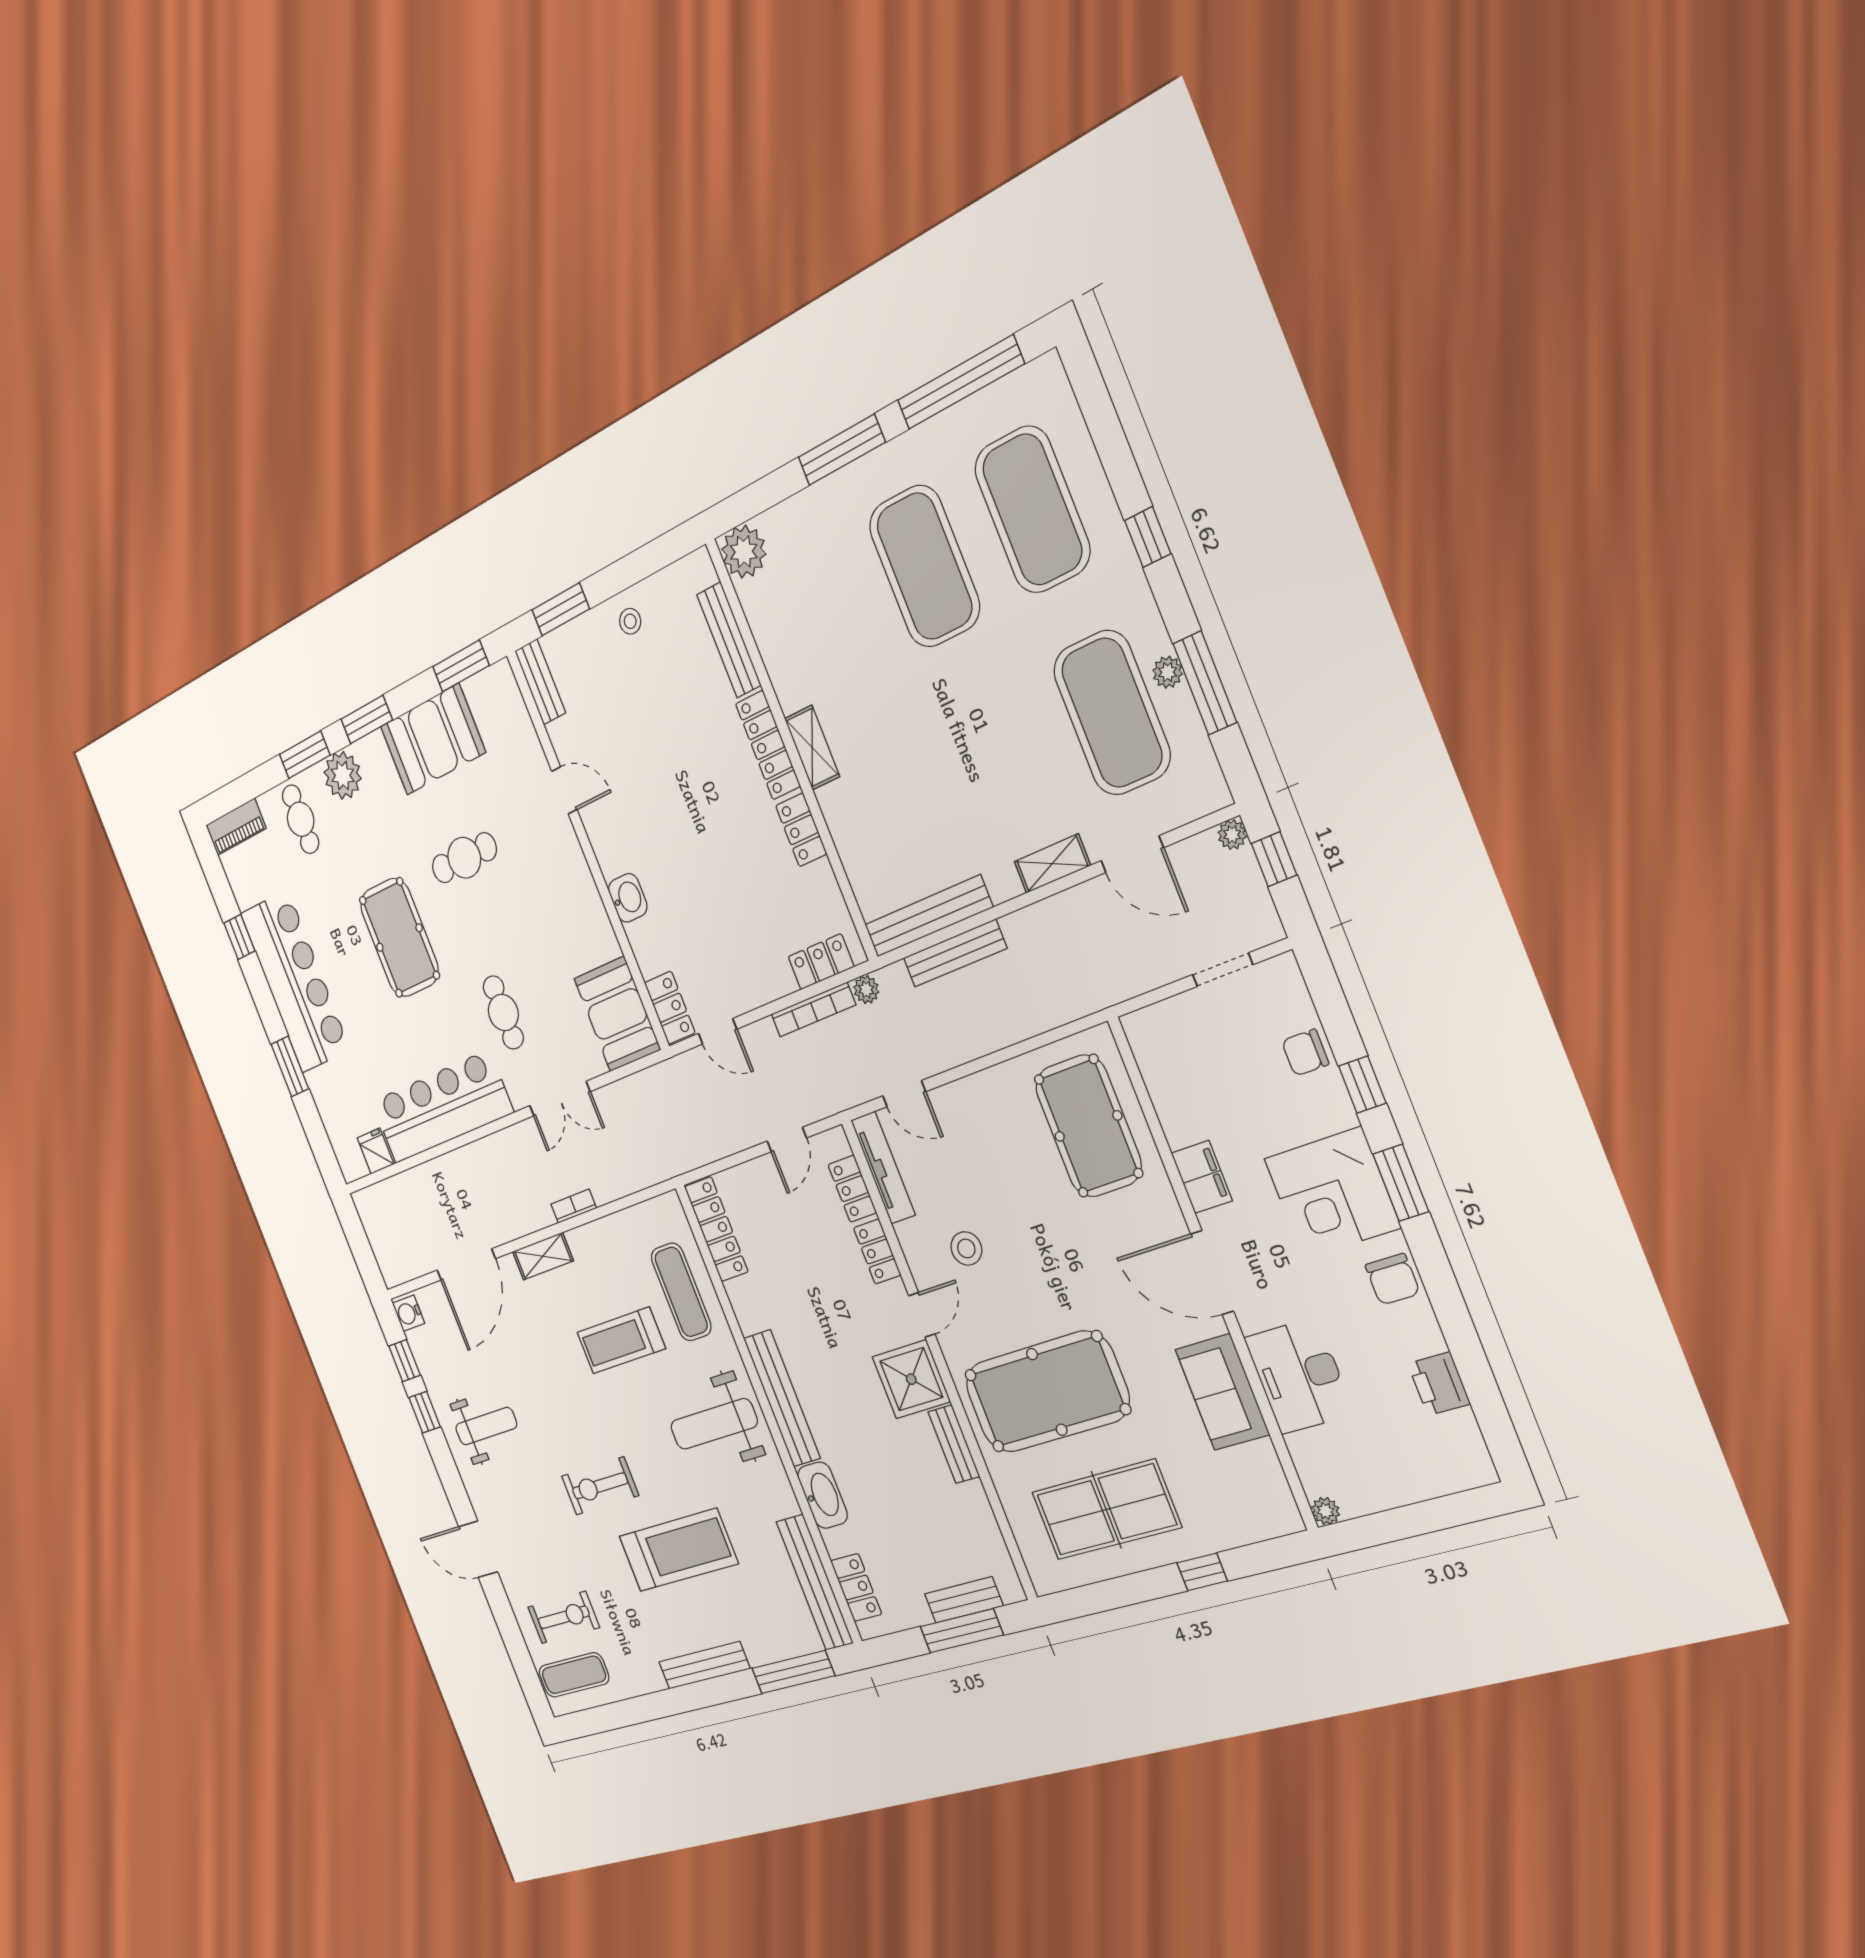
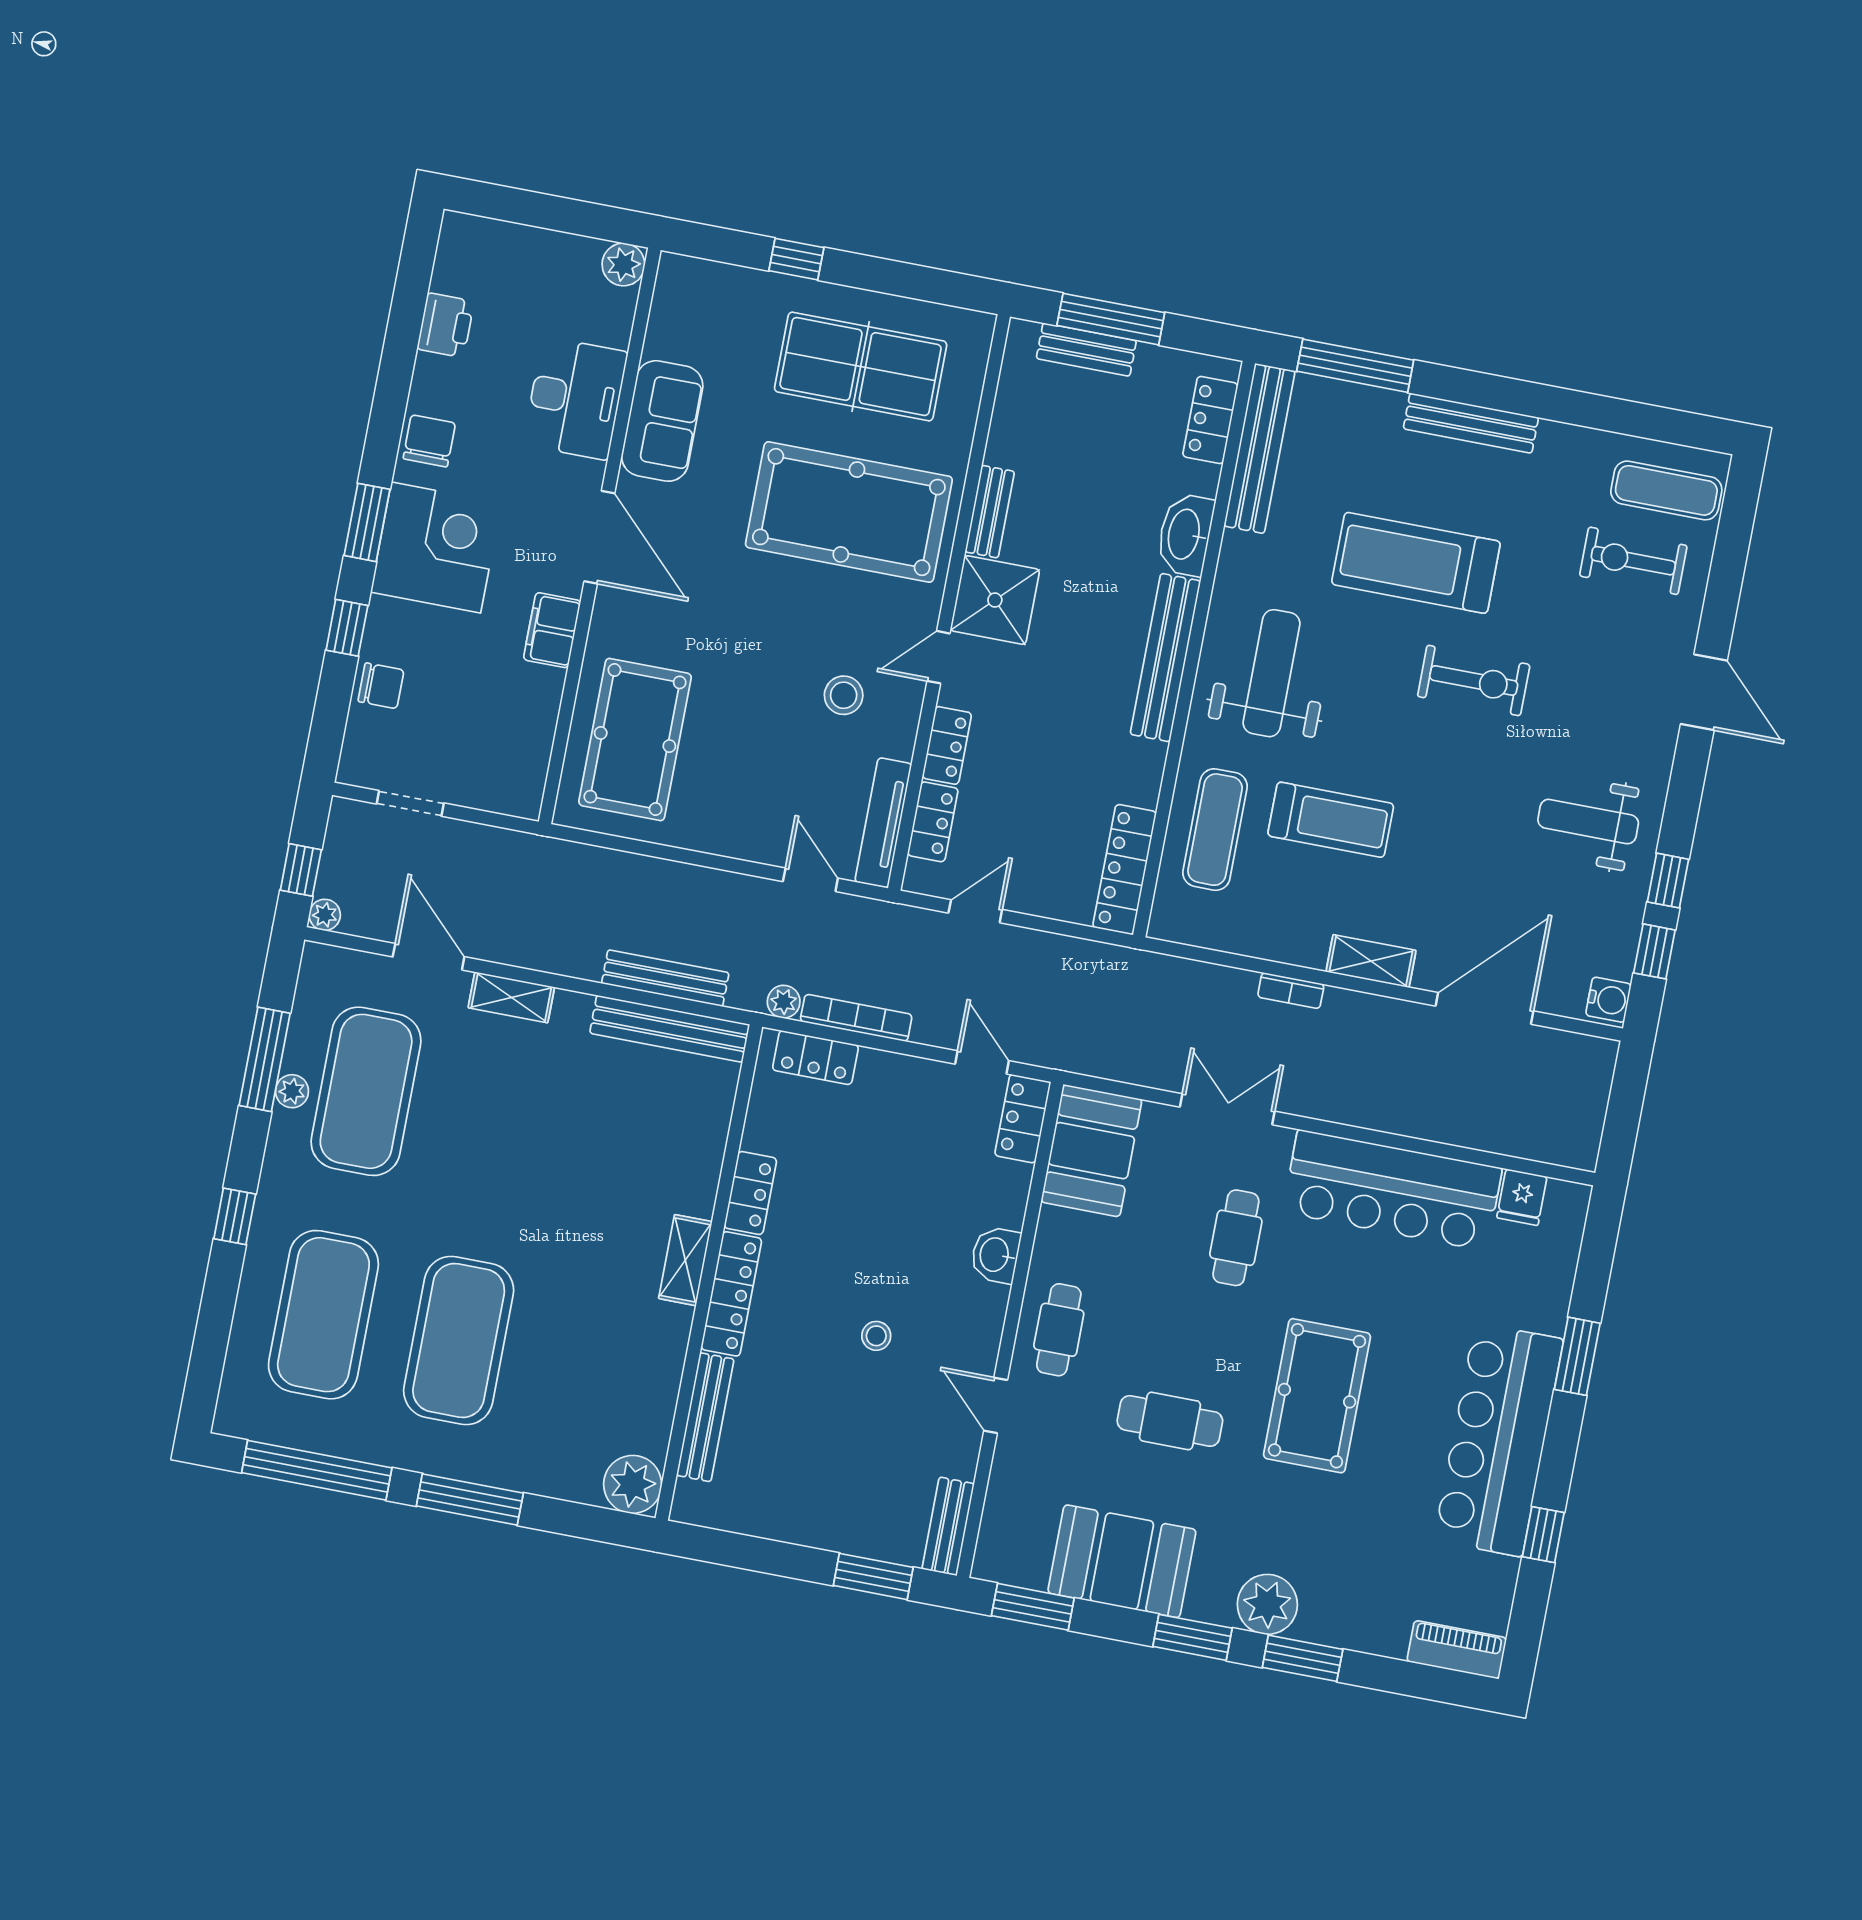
stool: (630, 621) -> (876, 1336), moved
cafe table: (301, 819) -> (1059, 1330), moved
weight bench: (714, 1424) -> (1272, 673), turned -90
plant: (1326, 1511) -> (623, 264), width x1.38, depth x1.38

